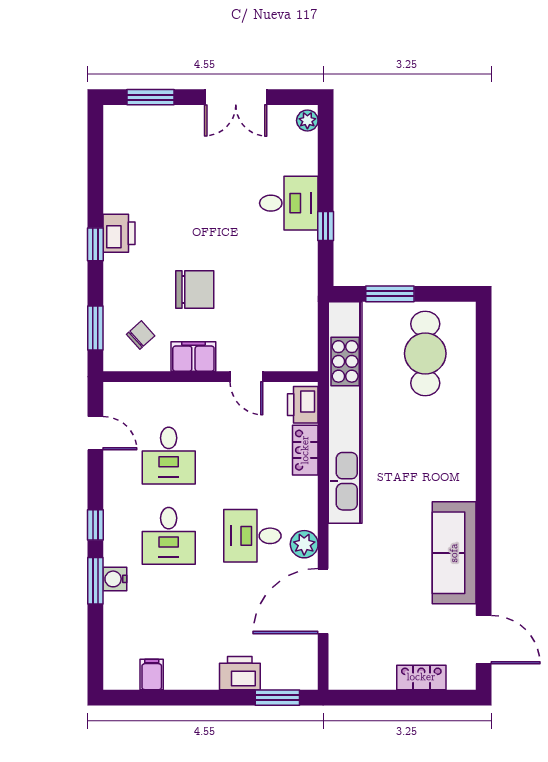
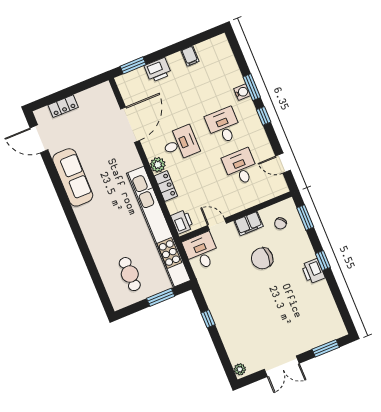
double door: (236, 97) -> (282, 366), swing flipped
desk: (289, 203) -> (201, 251), moved, turned 90
cafe table: (425, 354) -> (130, 274), width x0.73, depth x0.74
locker: (305, 450) -> (166, 186), moved
plant: (304, 544) -> (158, 165), moved
filing cabinet: (152, 675) -> (190, 56), moved

